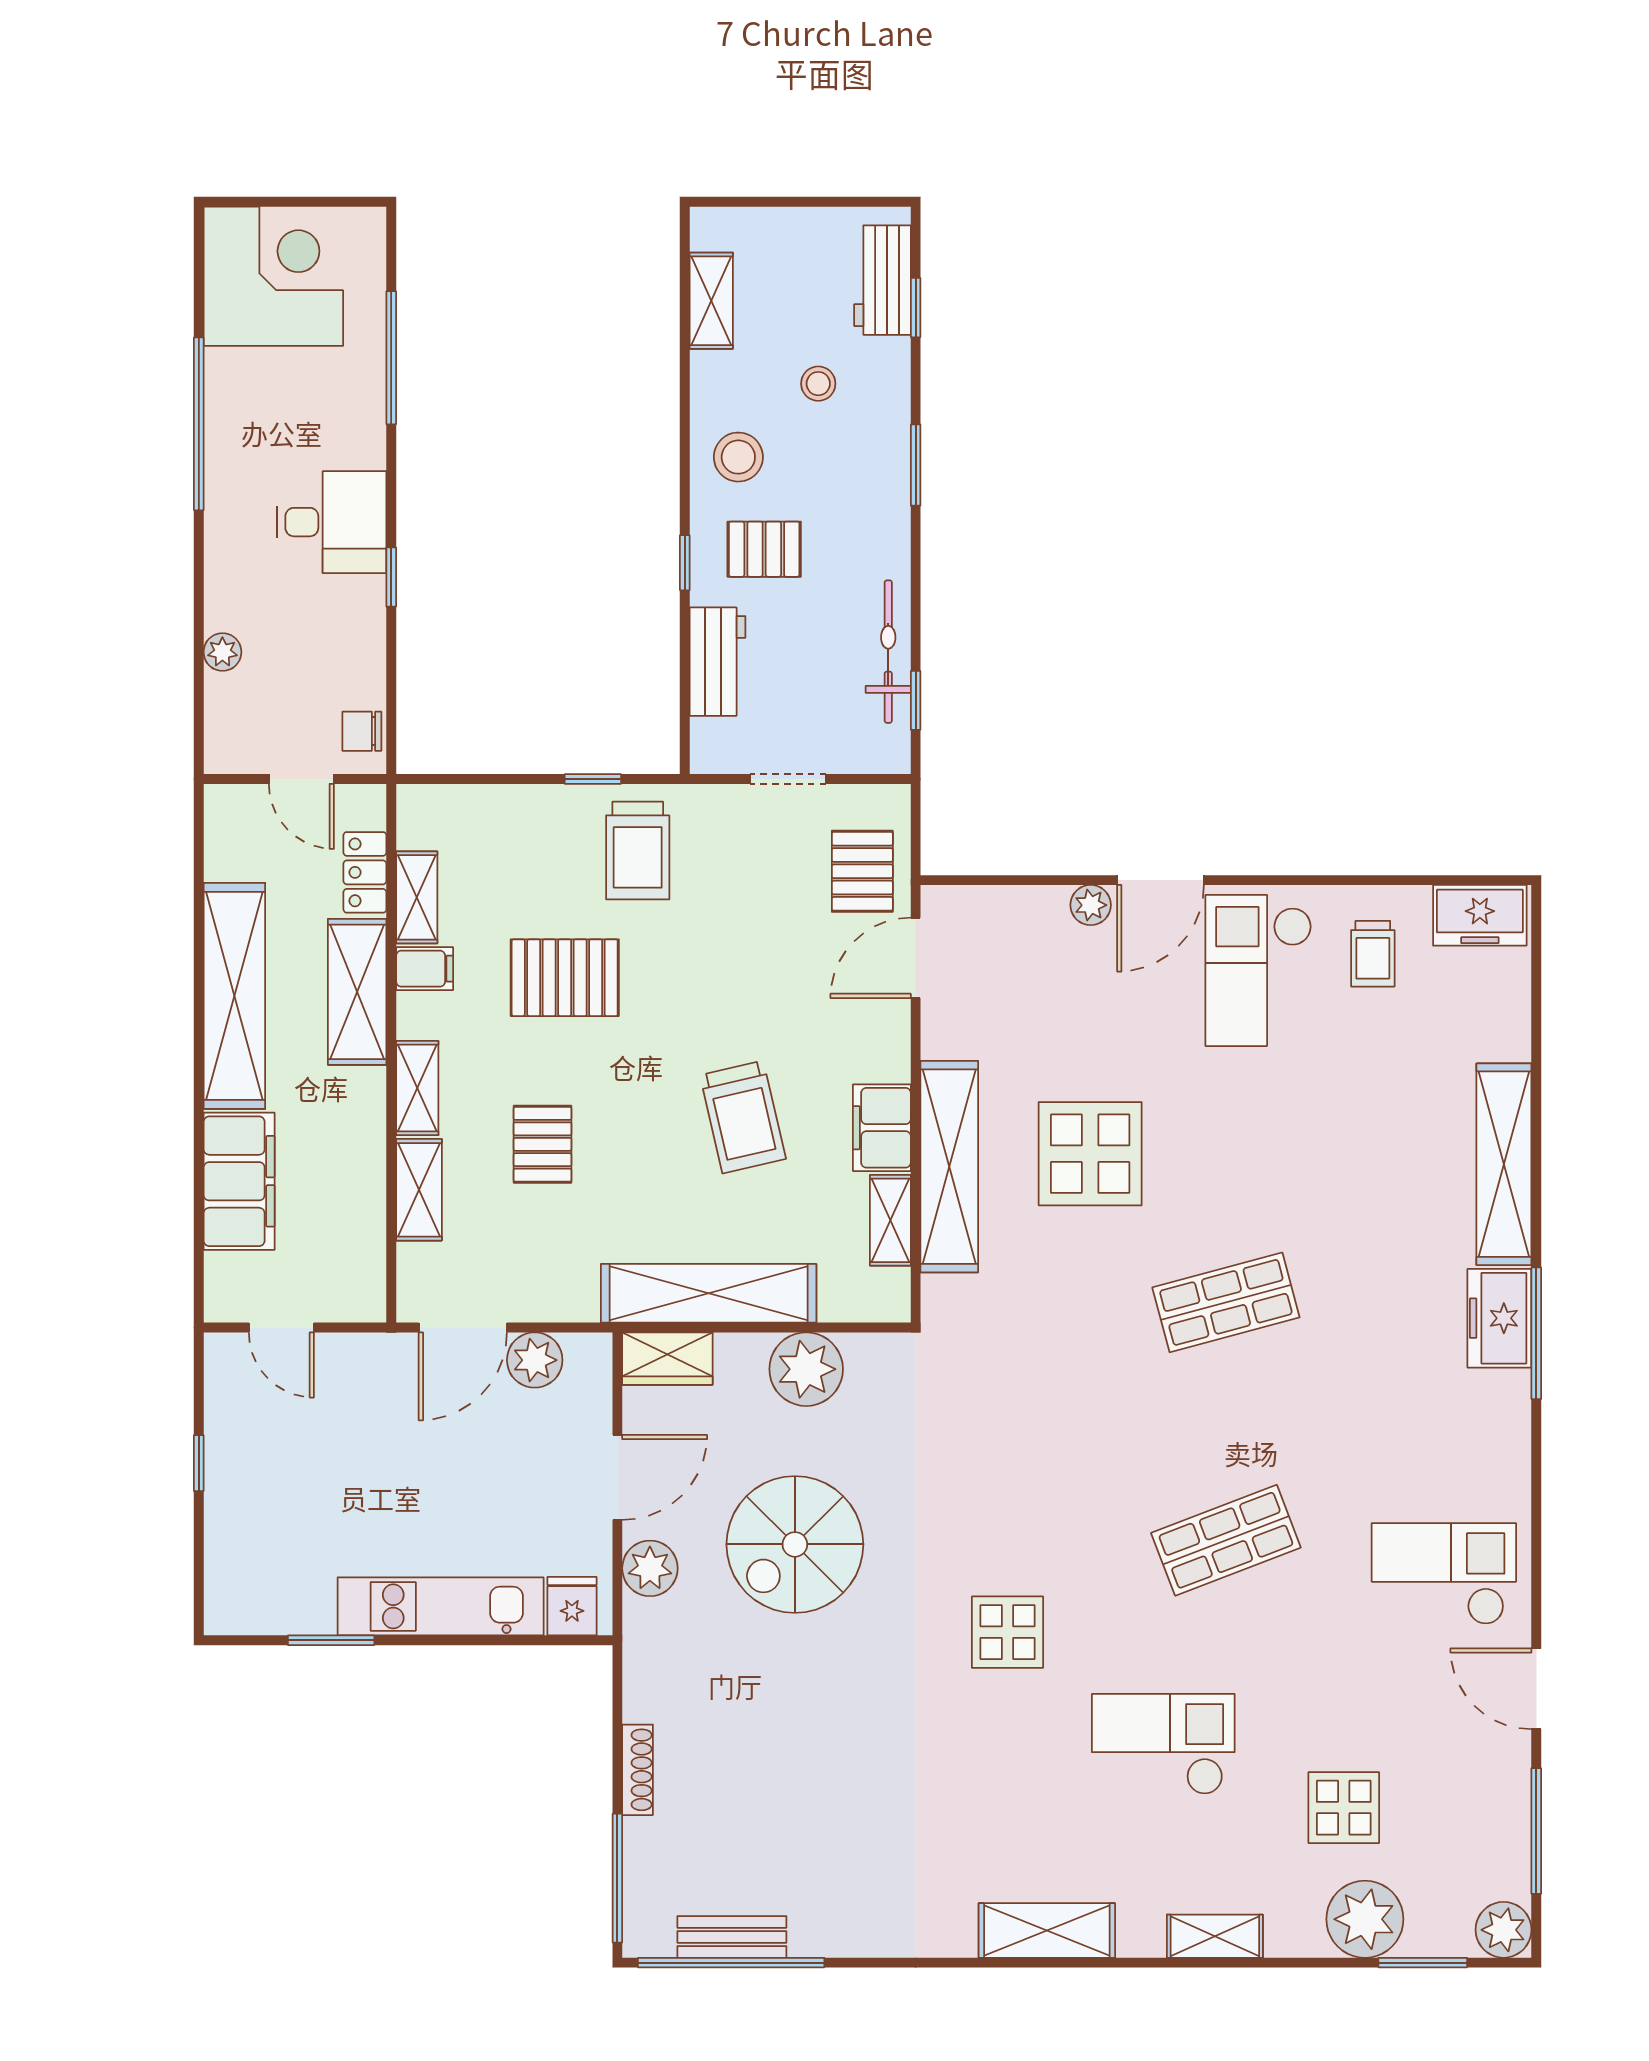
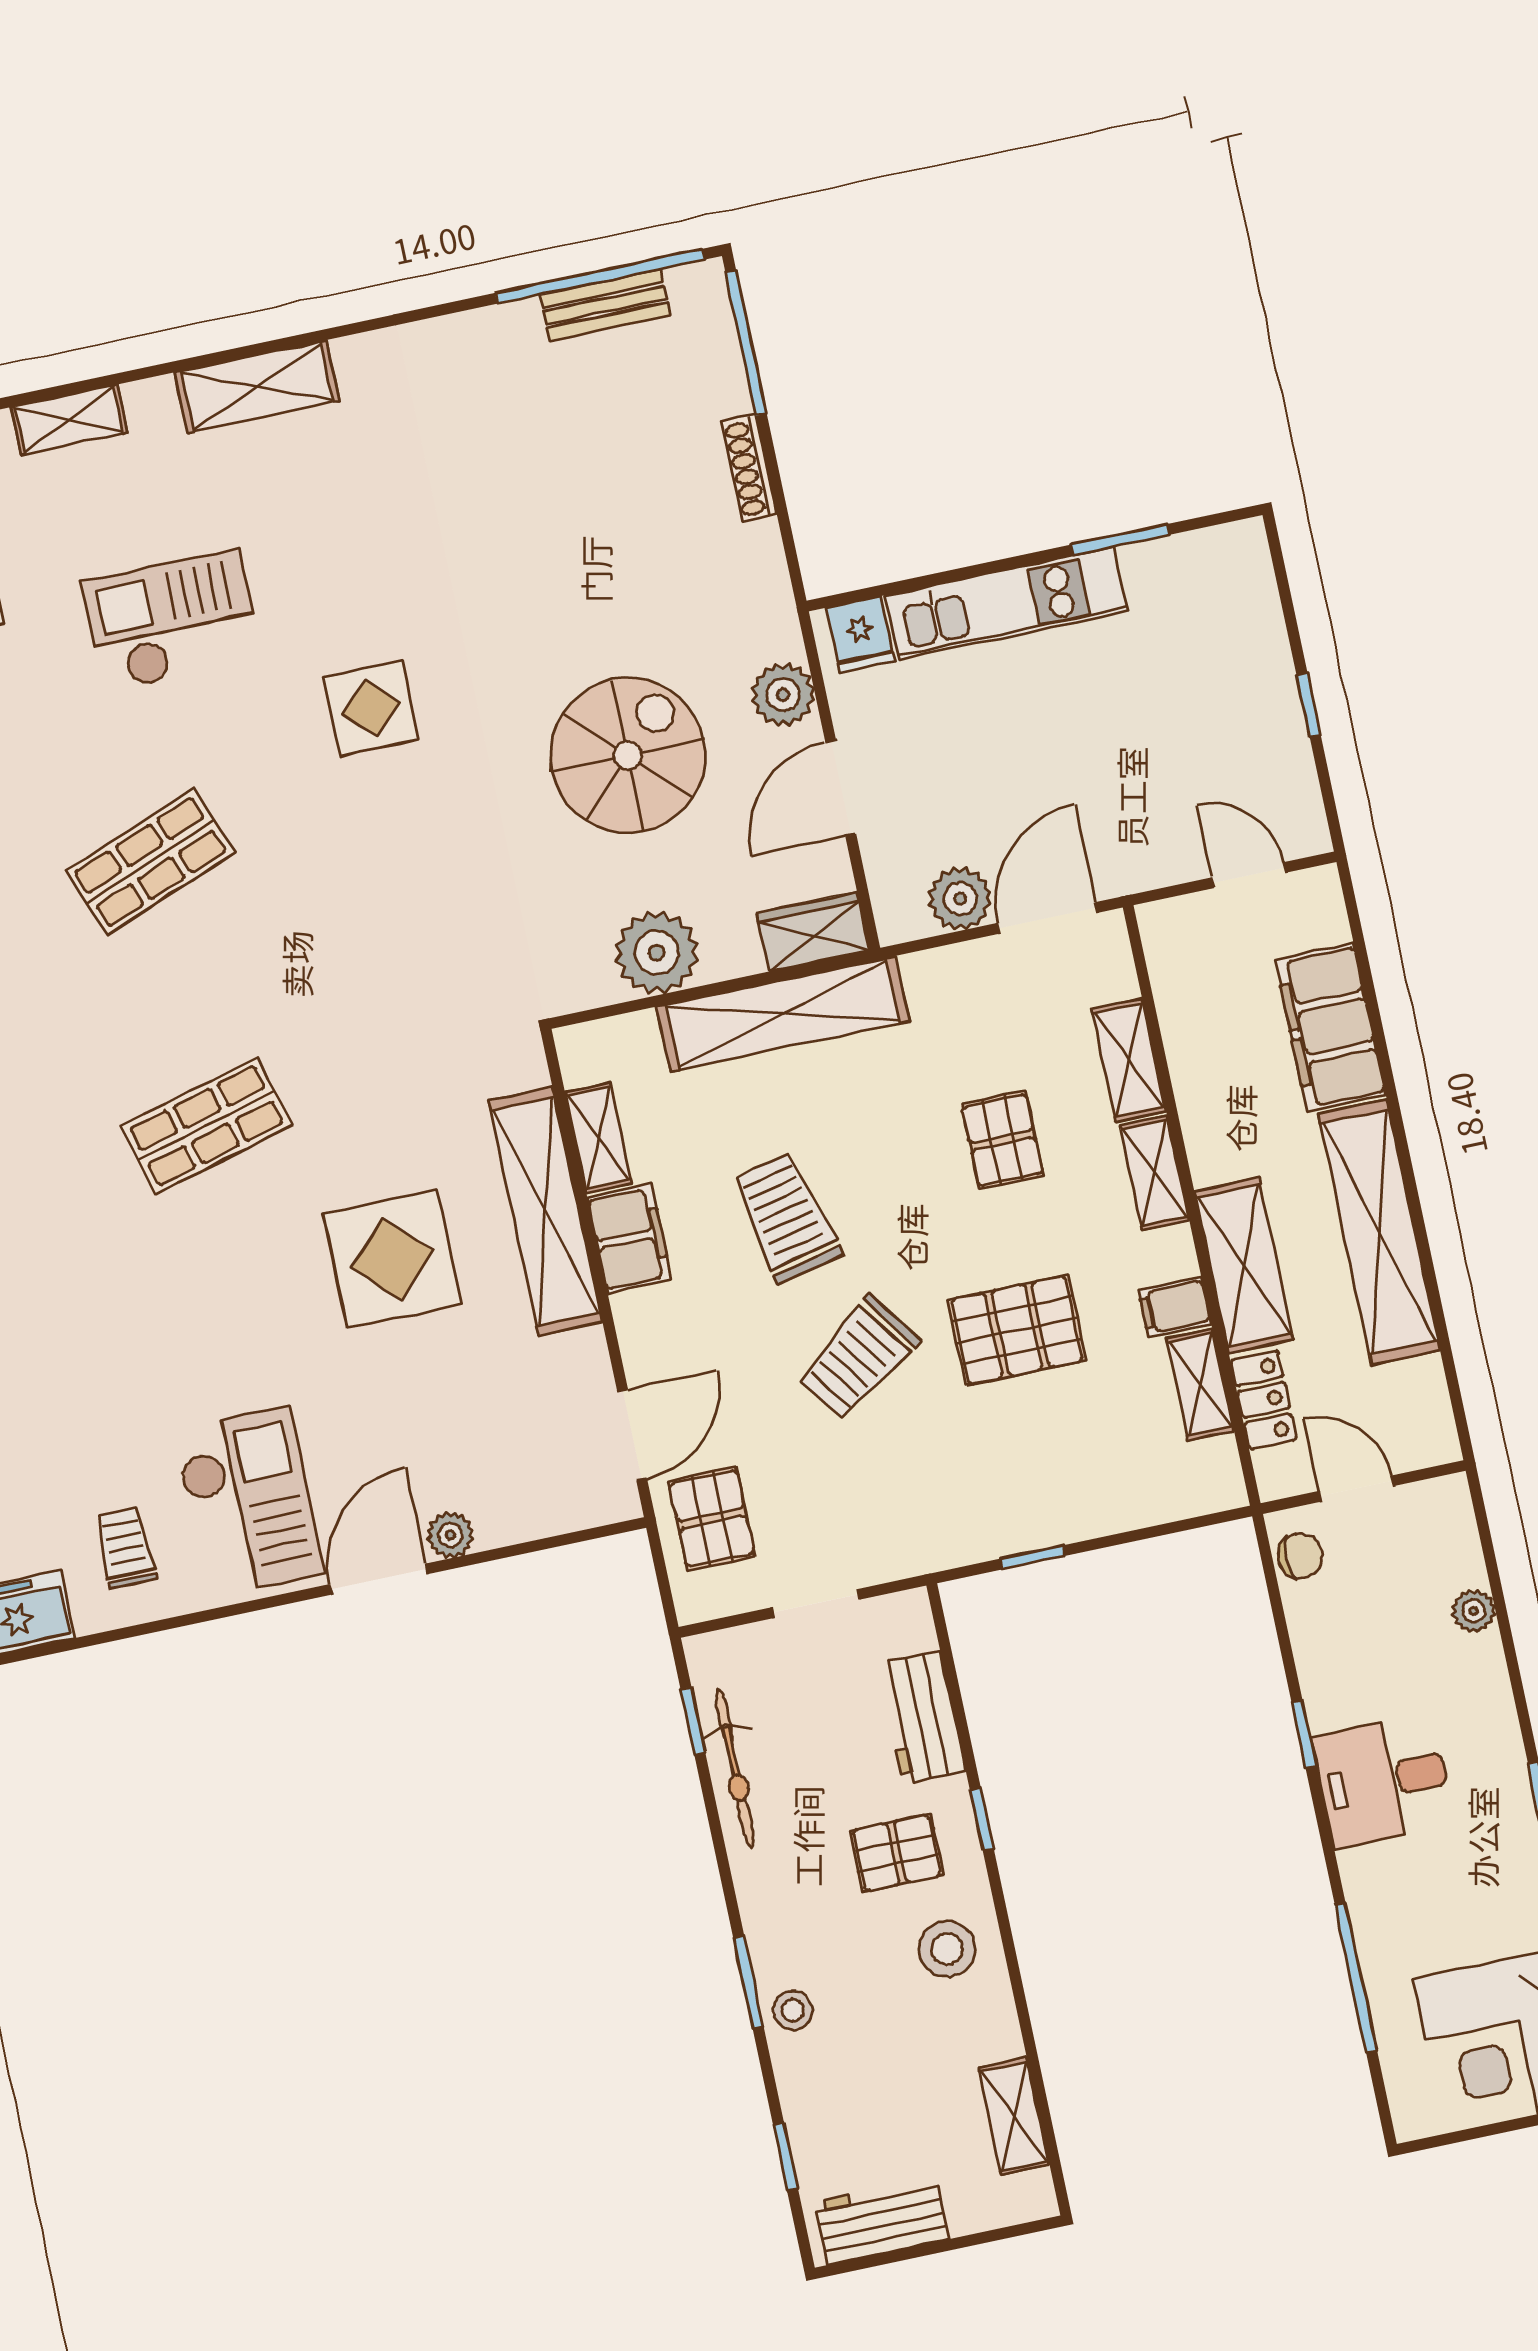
workbench: (883, 280) -> (882, 2221), moved, turned -90
stool: (818, 384) -> (793, 2010), moved
trolley: (638, 851) -> (858, 1358), moved, turned -126
checkout: (1163, 1744) -> (172, 621), turned 180

